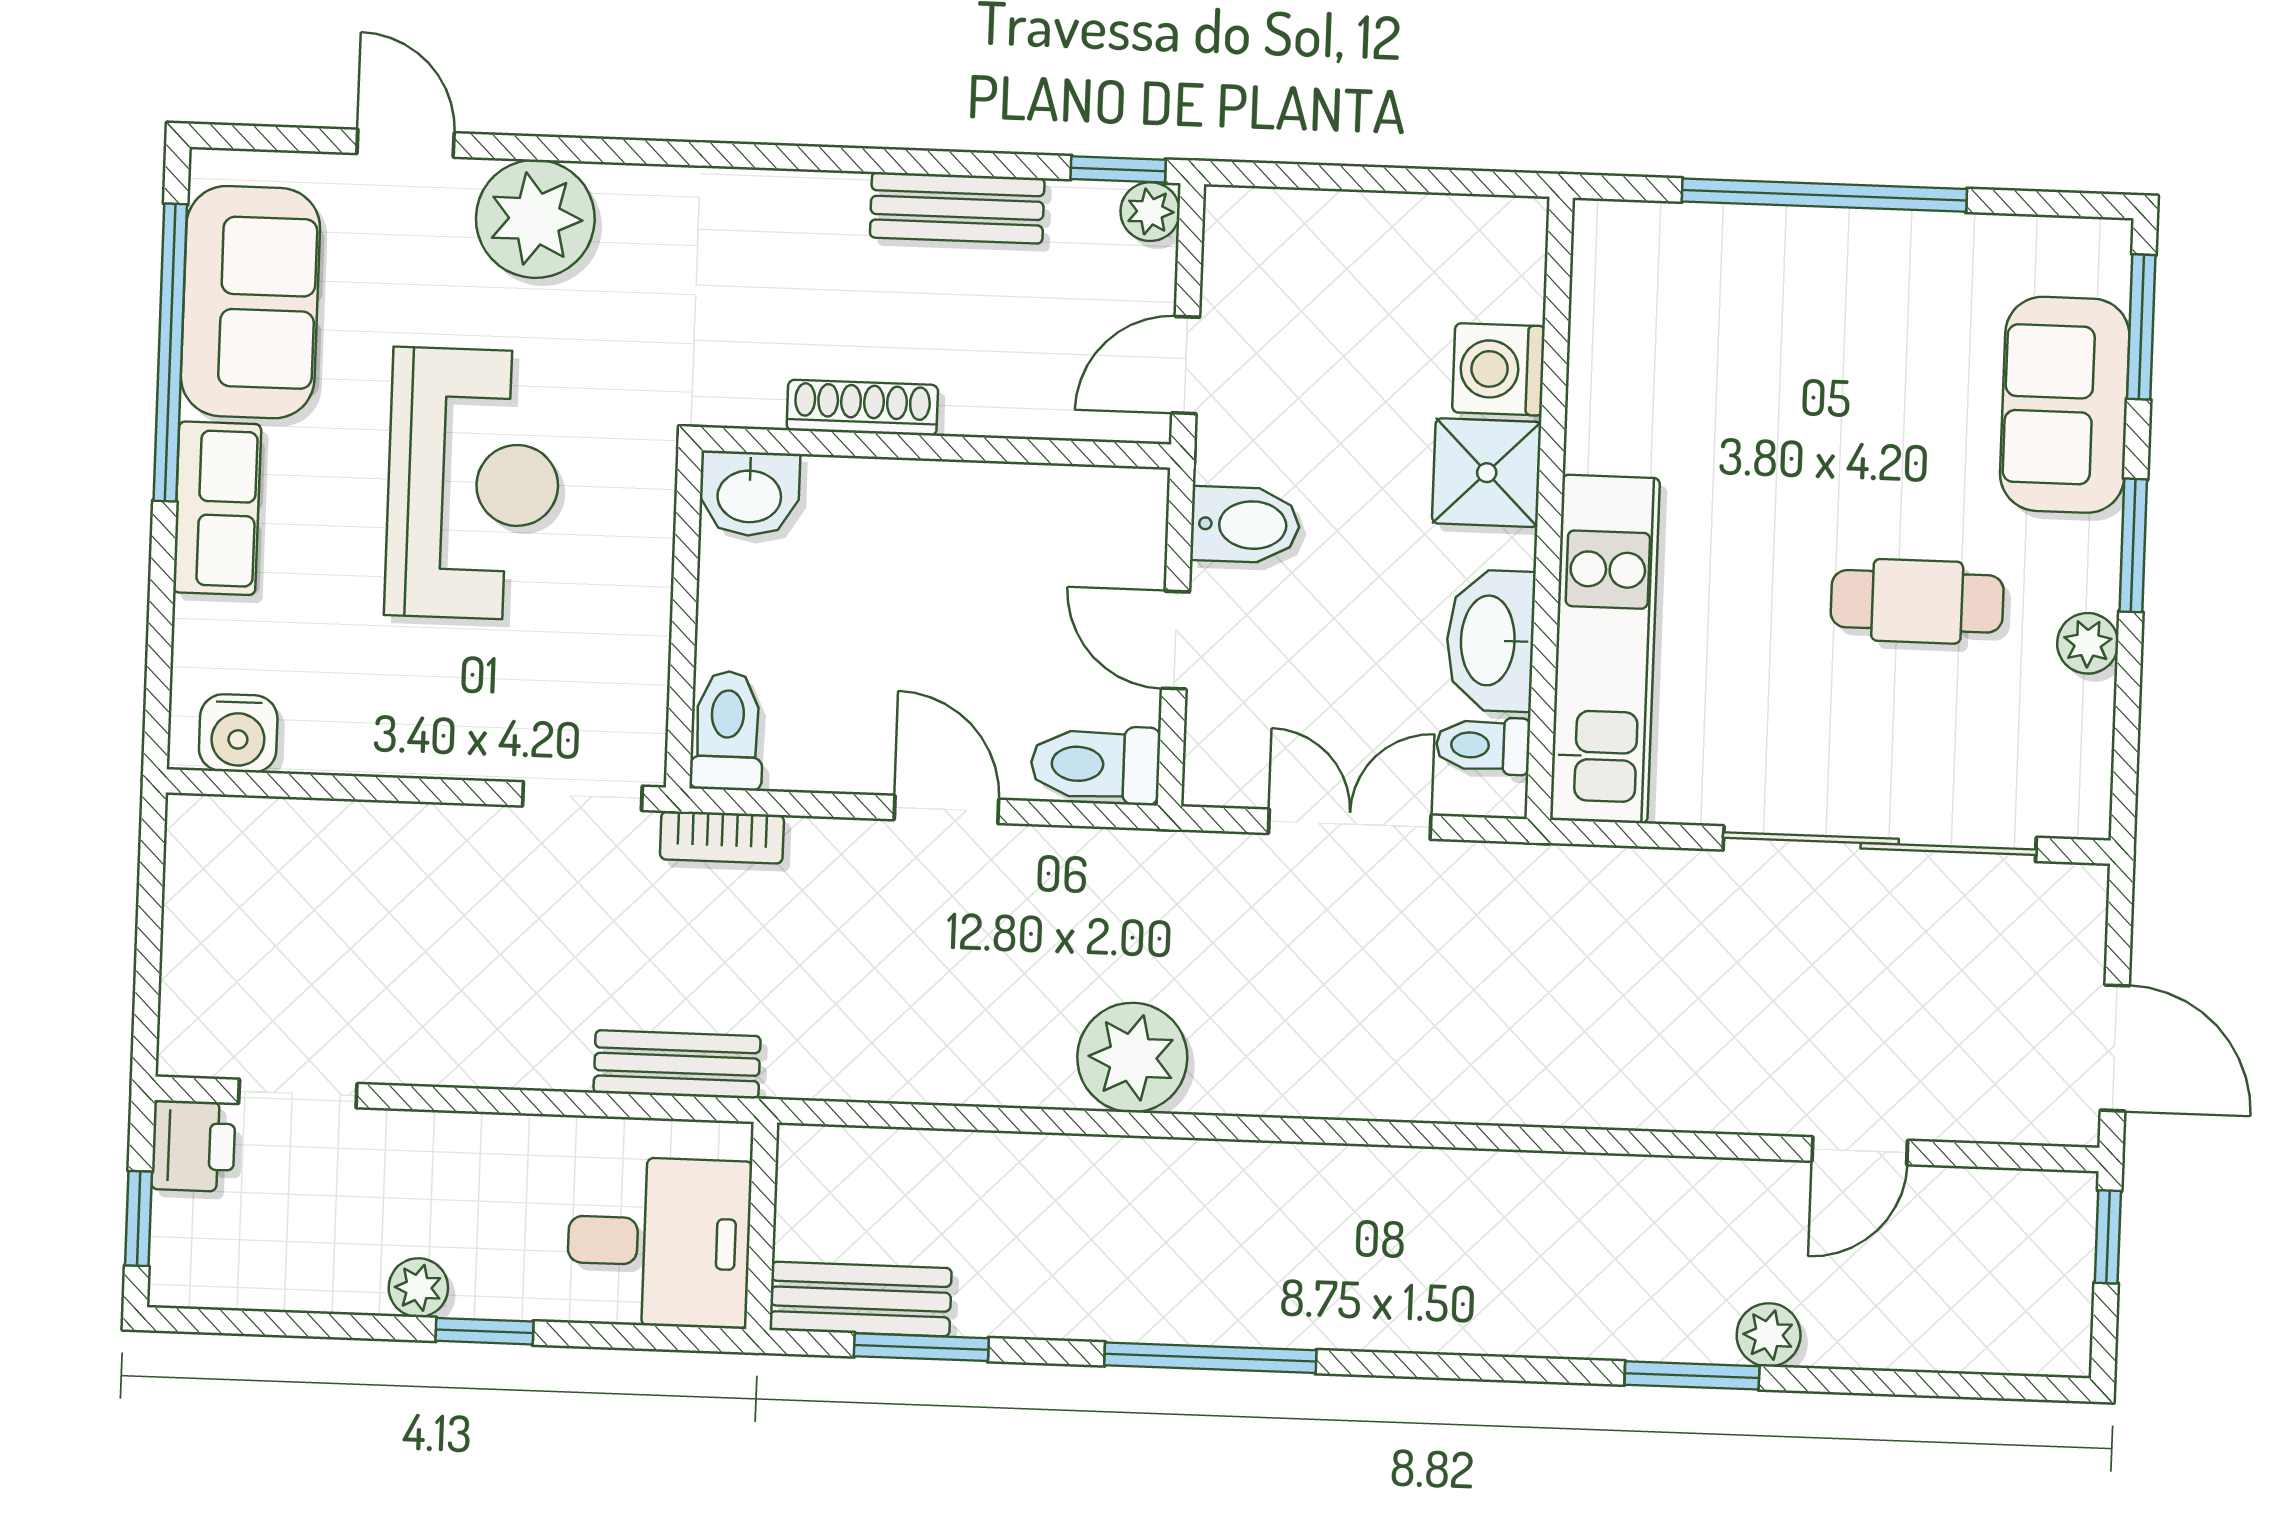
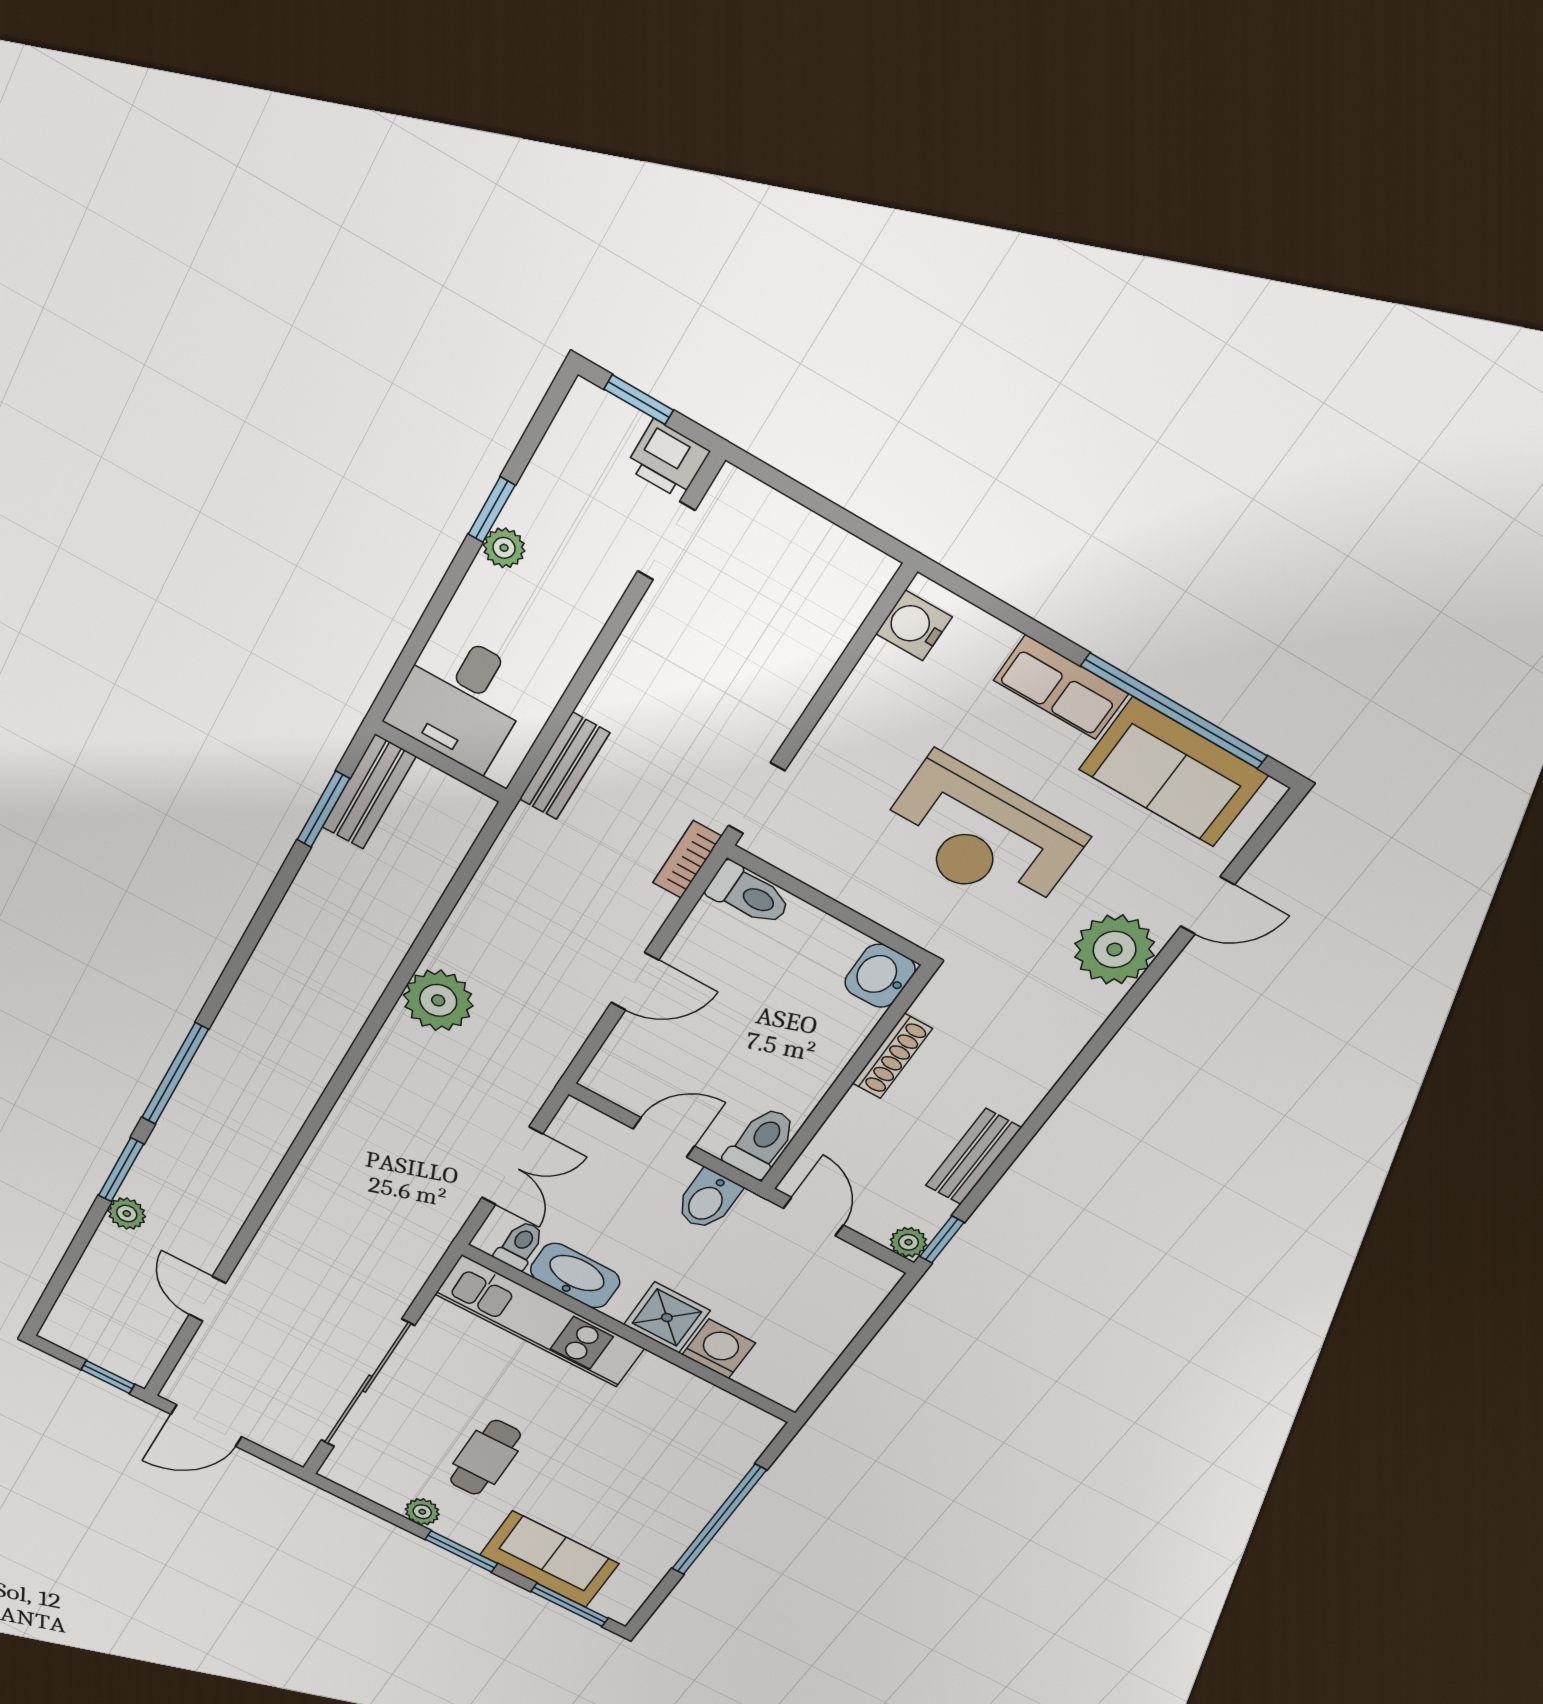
toilet: (1095, 764) -> (761, 1143), moved
window: (484, 1331) -> (491, 510), moved
window: (1210, 1358) -> (175, 1074), moved

